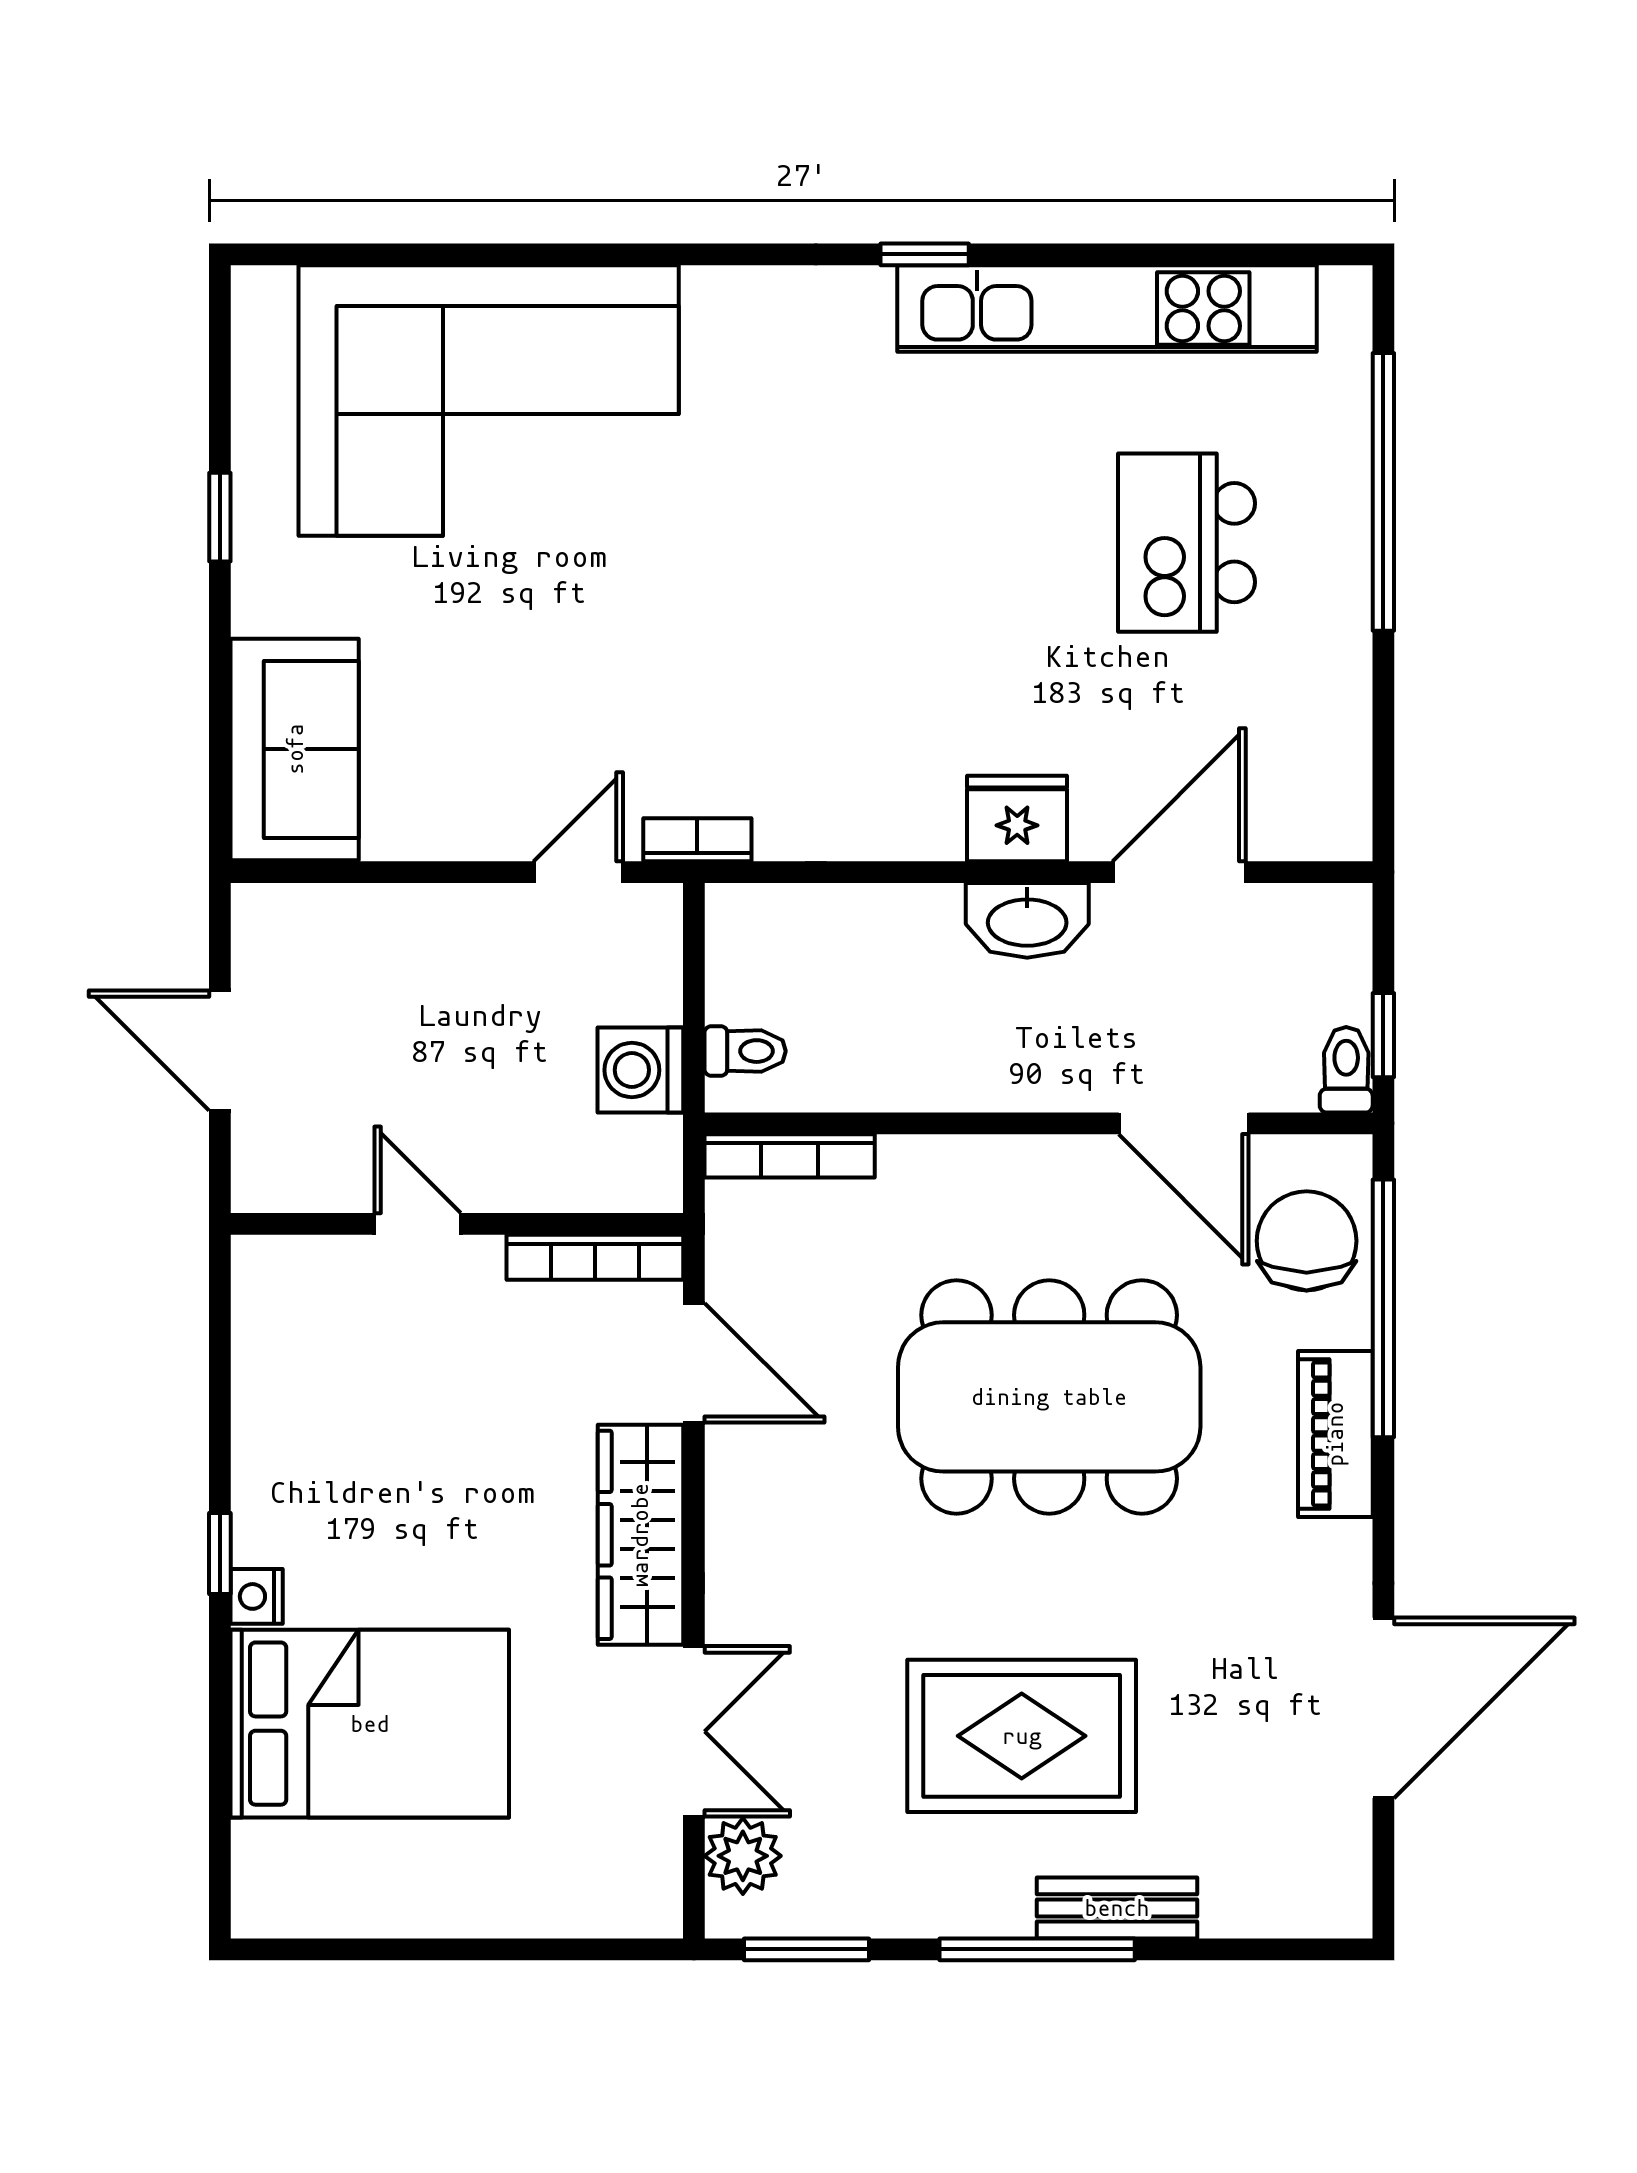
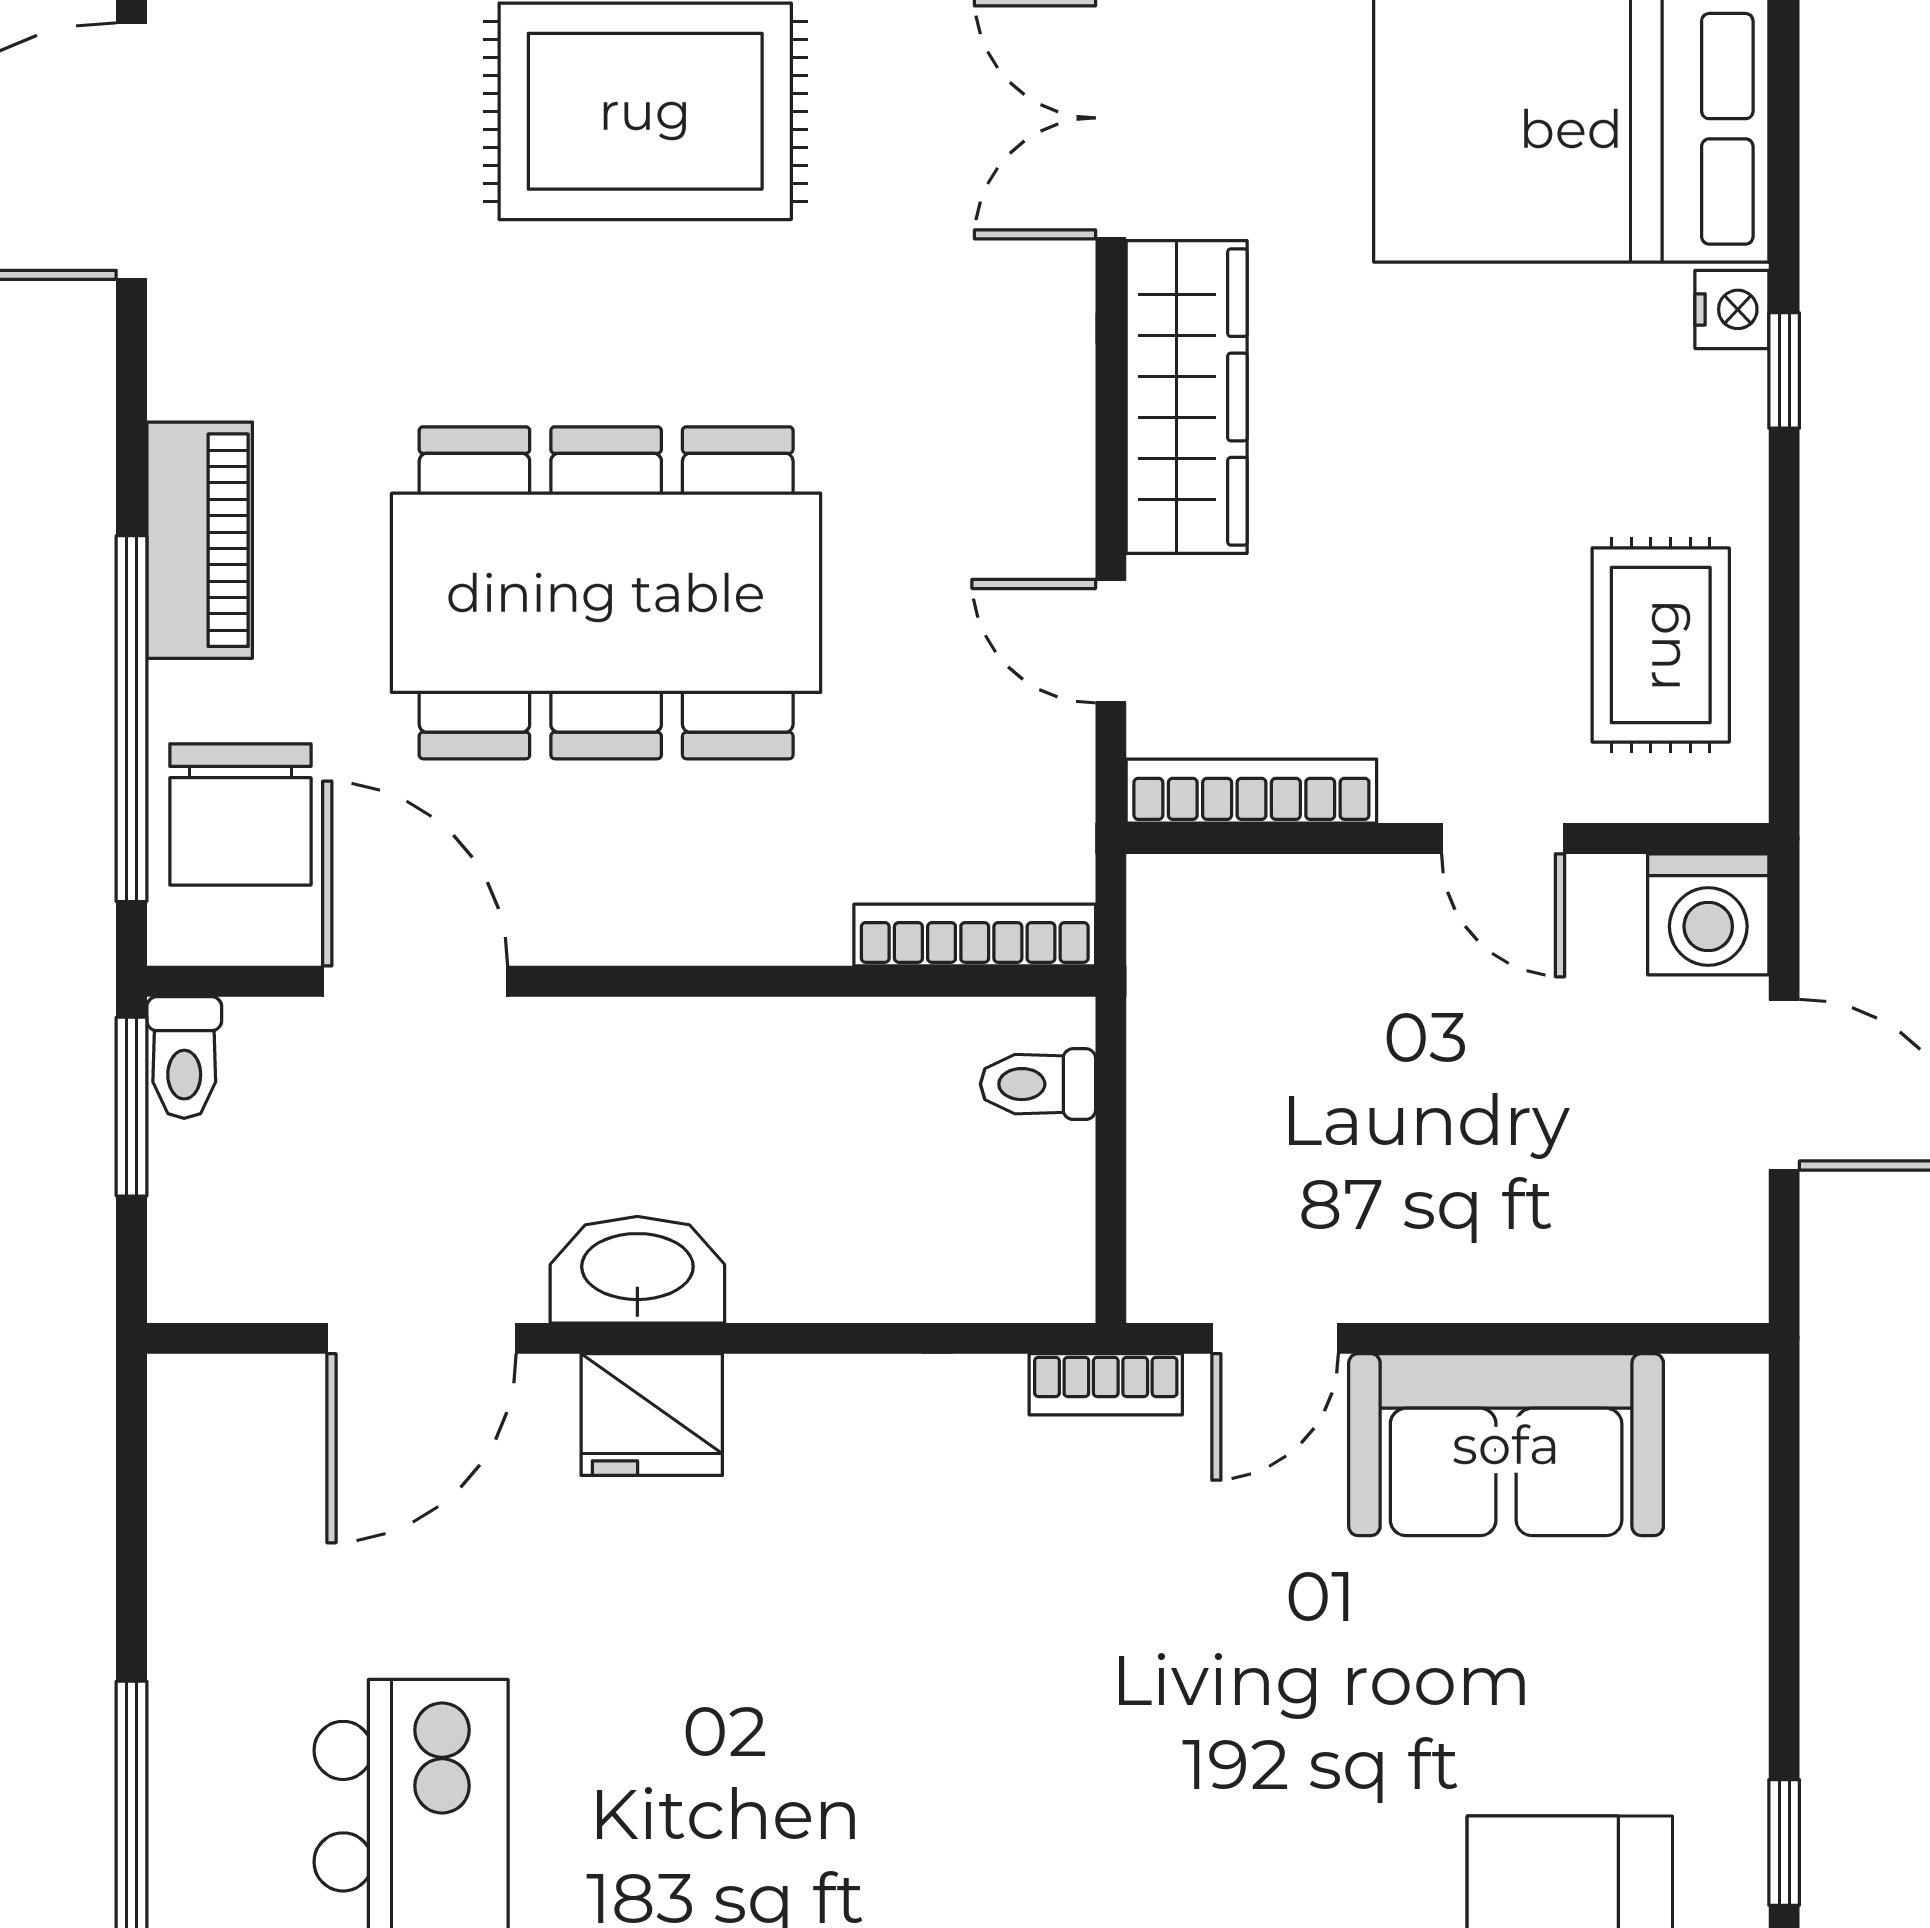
sofa: (295, 749) -> (1506, 1445), moved, turned -90
window: (1383, 1035) -> (131, 1107), width x1.50
washing machine: (640, 1070) -> (1708, 914), moved, turned 90
rug: (307, 1360) -> (1661, 645), added
door: (694, 1363) -> (1111, 641), width x0.73

